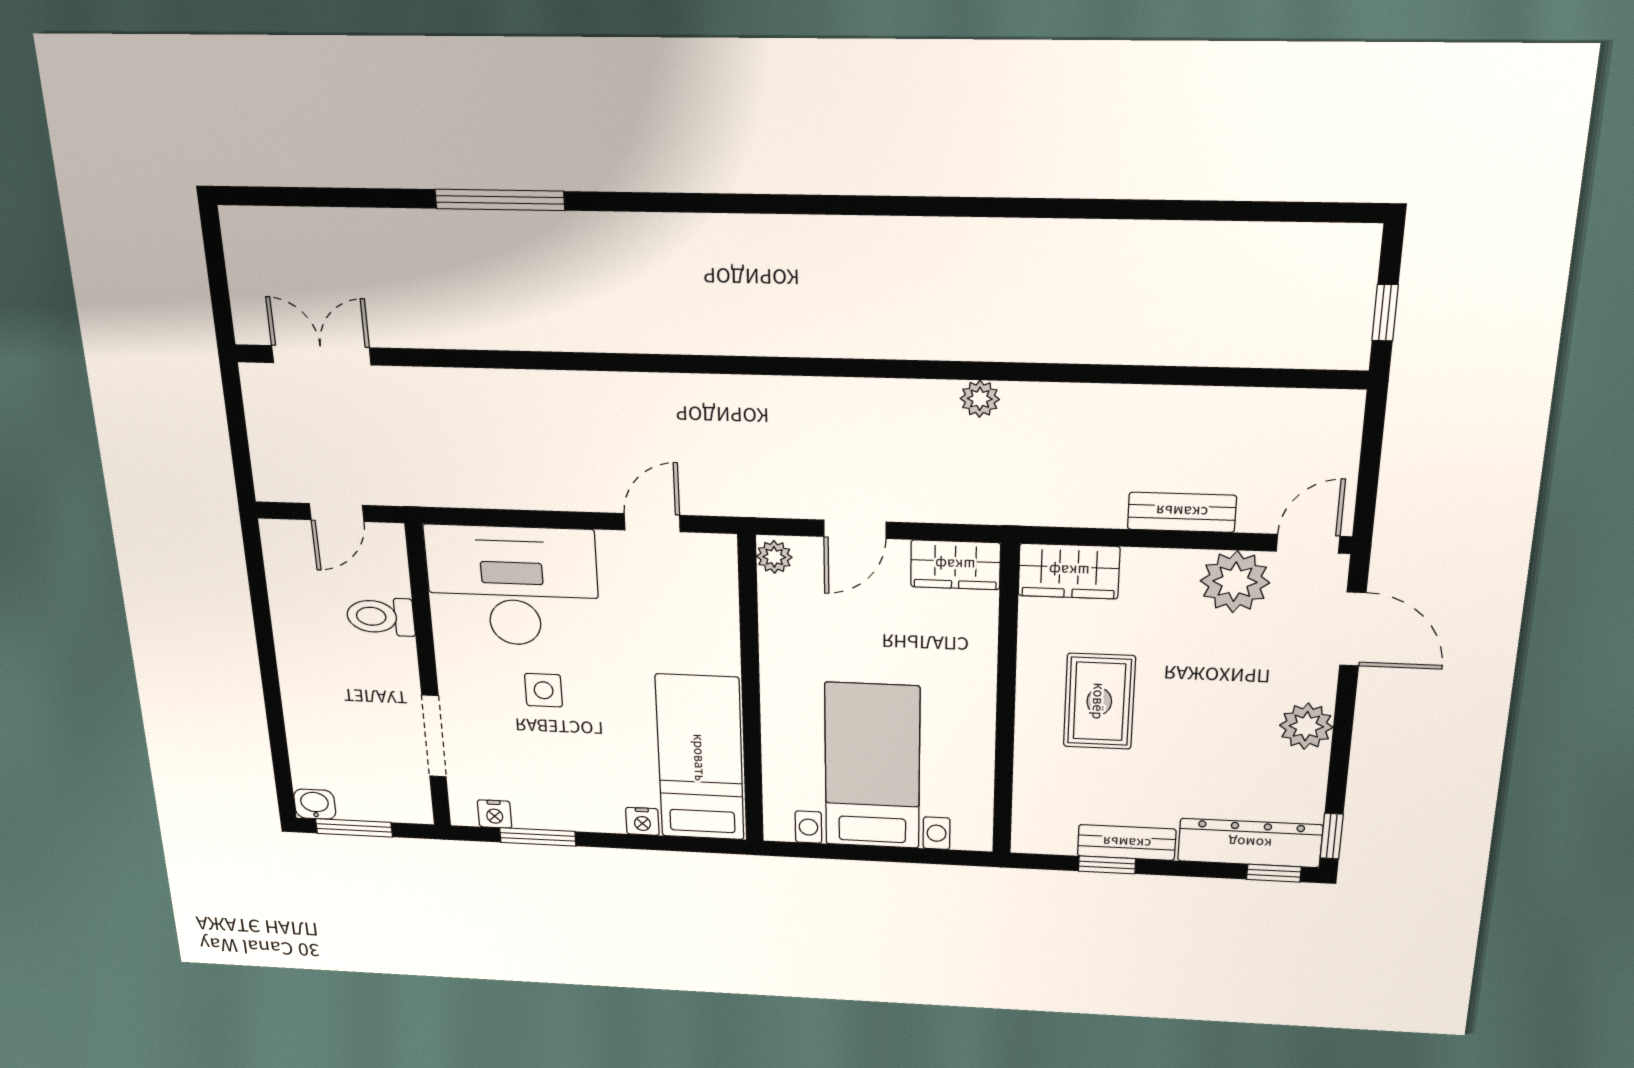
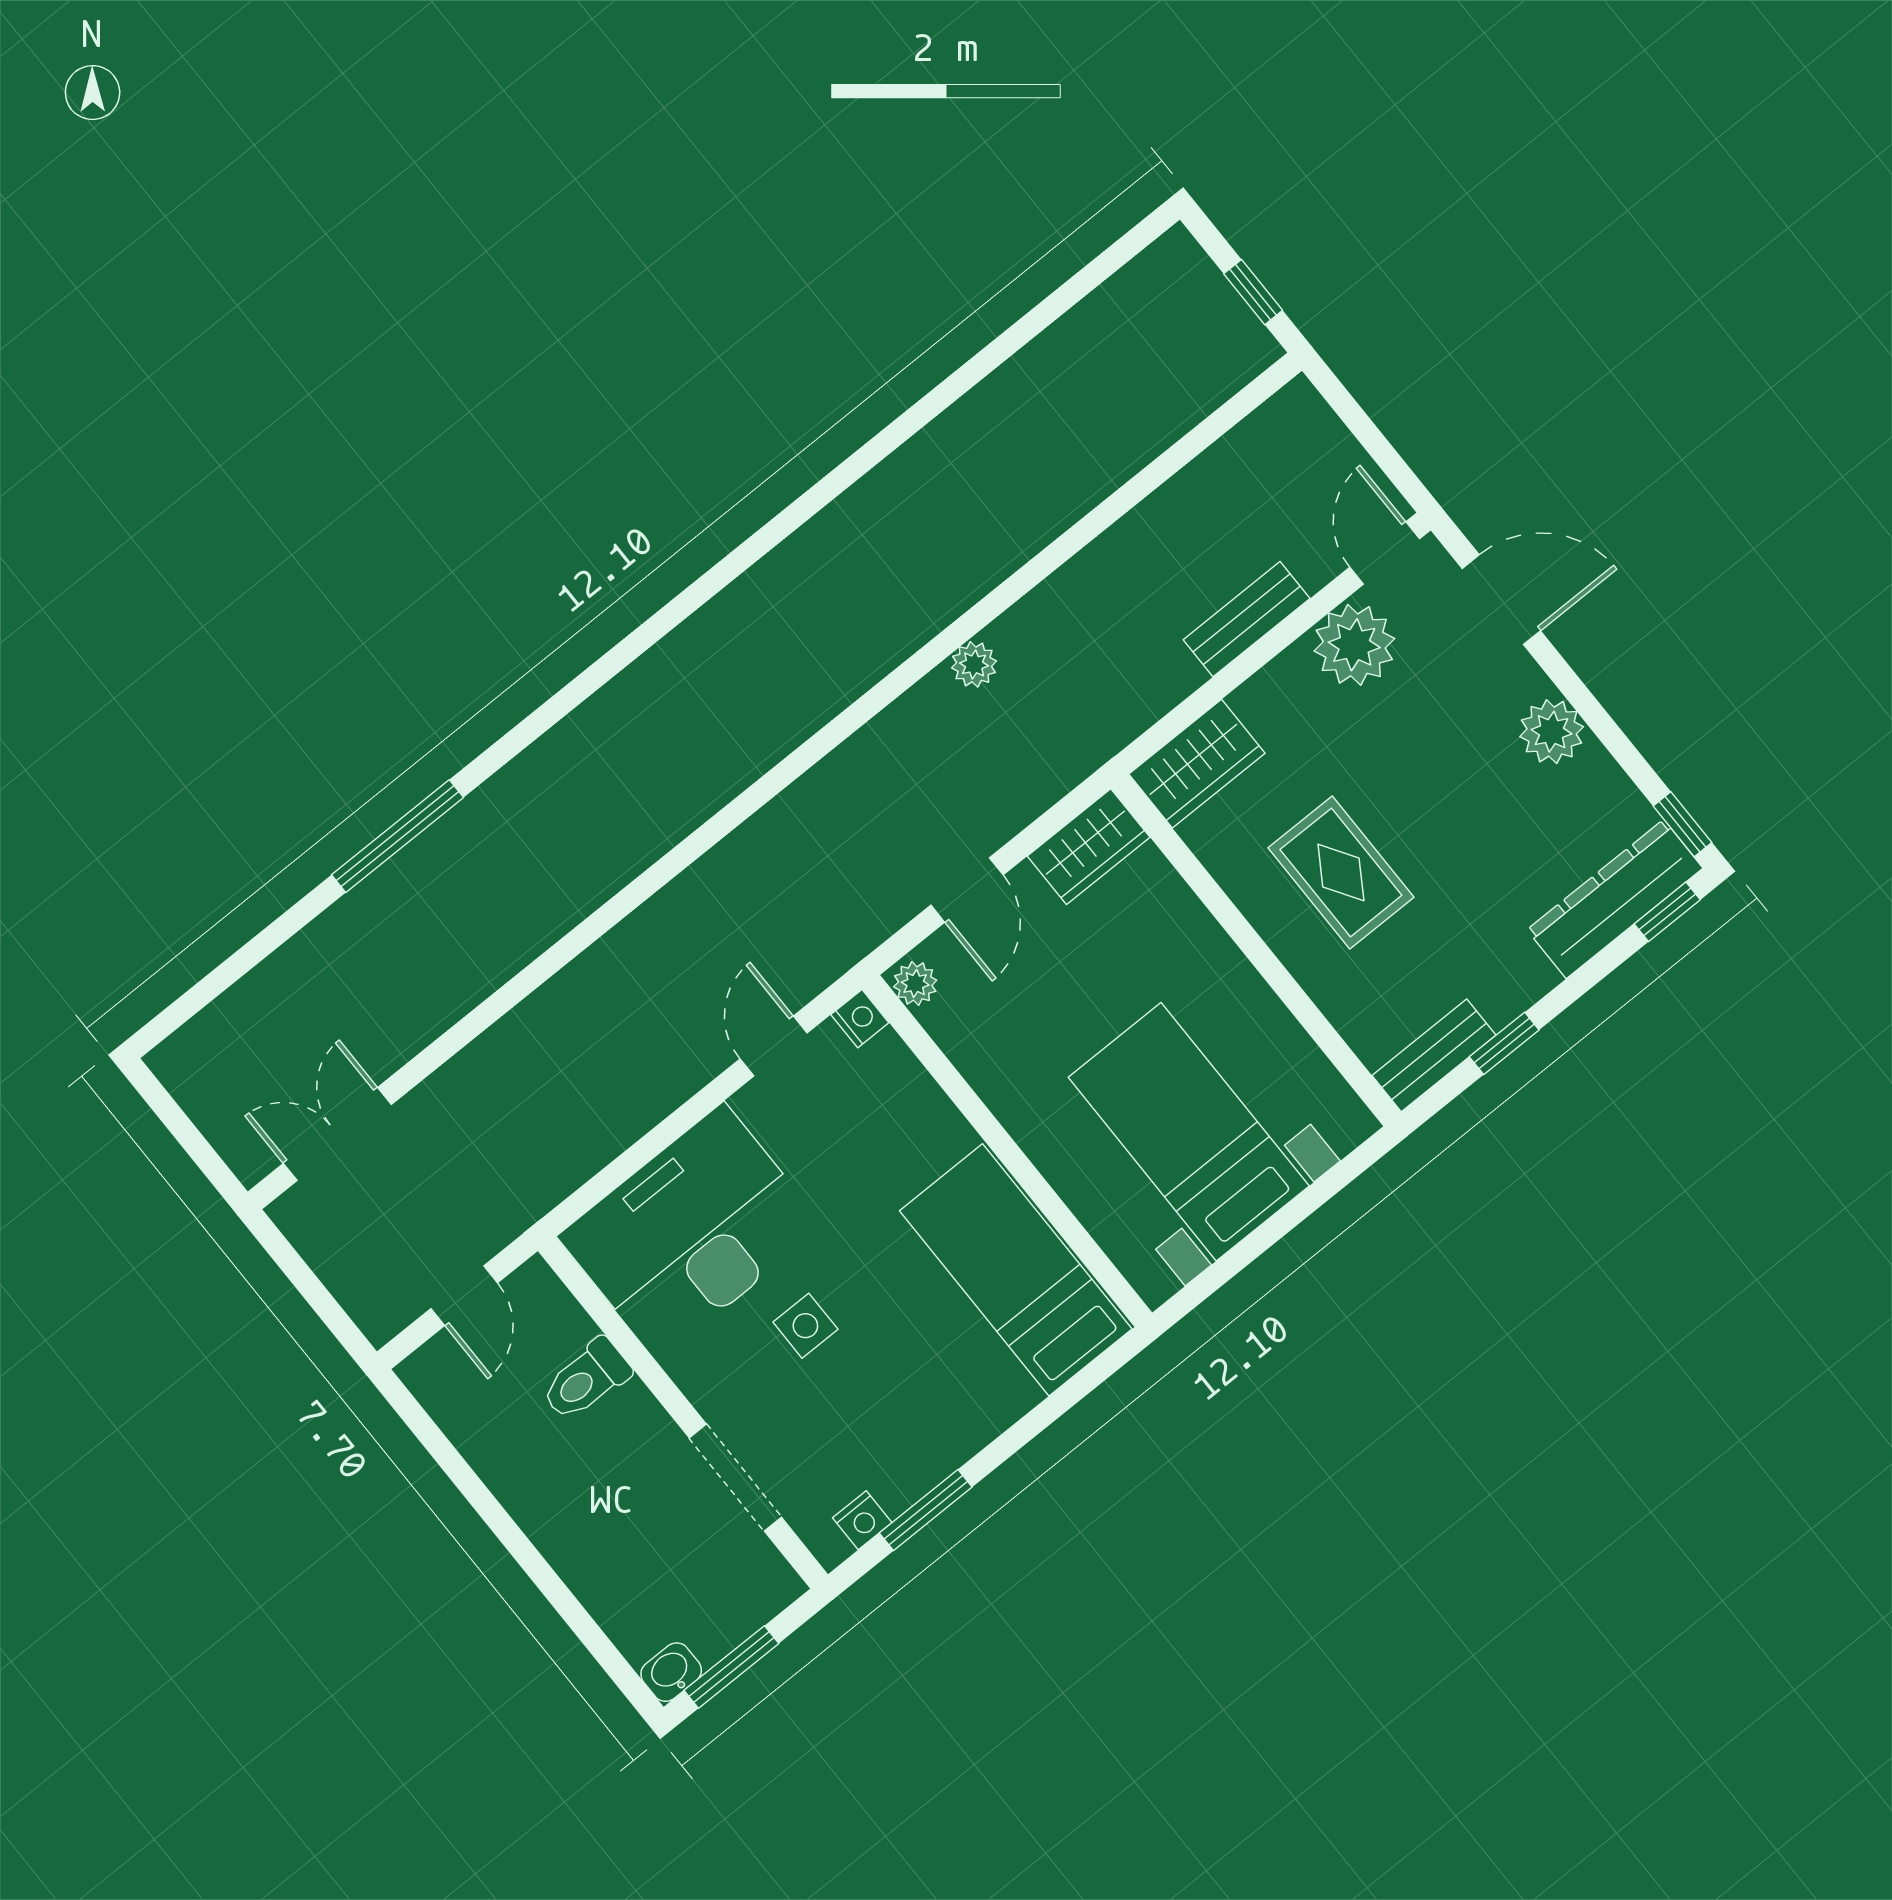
nightstand: (642, 821) -> (860, 1019), moved, turned -90
bench: (1127, 843) -> (1434, 1055), moved

